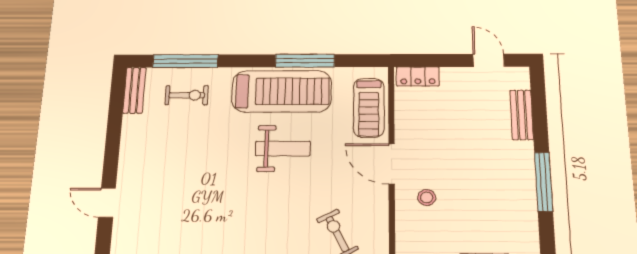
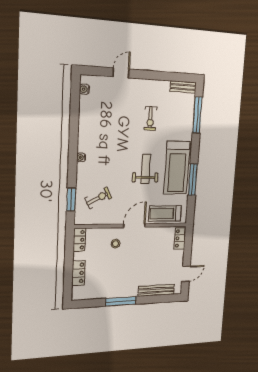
exercise bike: (187, 95) -> (150, 118), moved
bench: (522, 115) -> (156, 290), width x1.36
weight bench: (283, 149) -> (146, 169), turned 180

